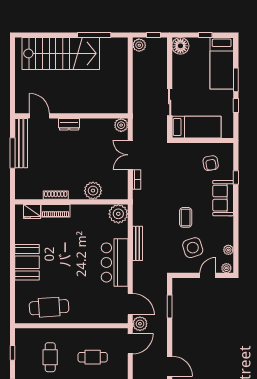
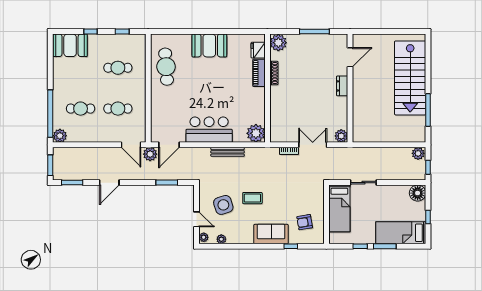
bench: (21, 143) -> (324, 40), removed
plant: (93, 191) -> (278, 43), moved
cafe table: (93, 357) -> (118, 109), turned 90

